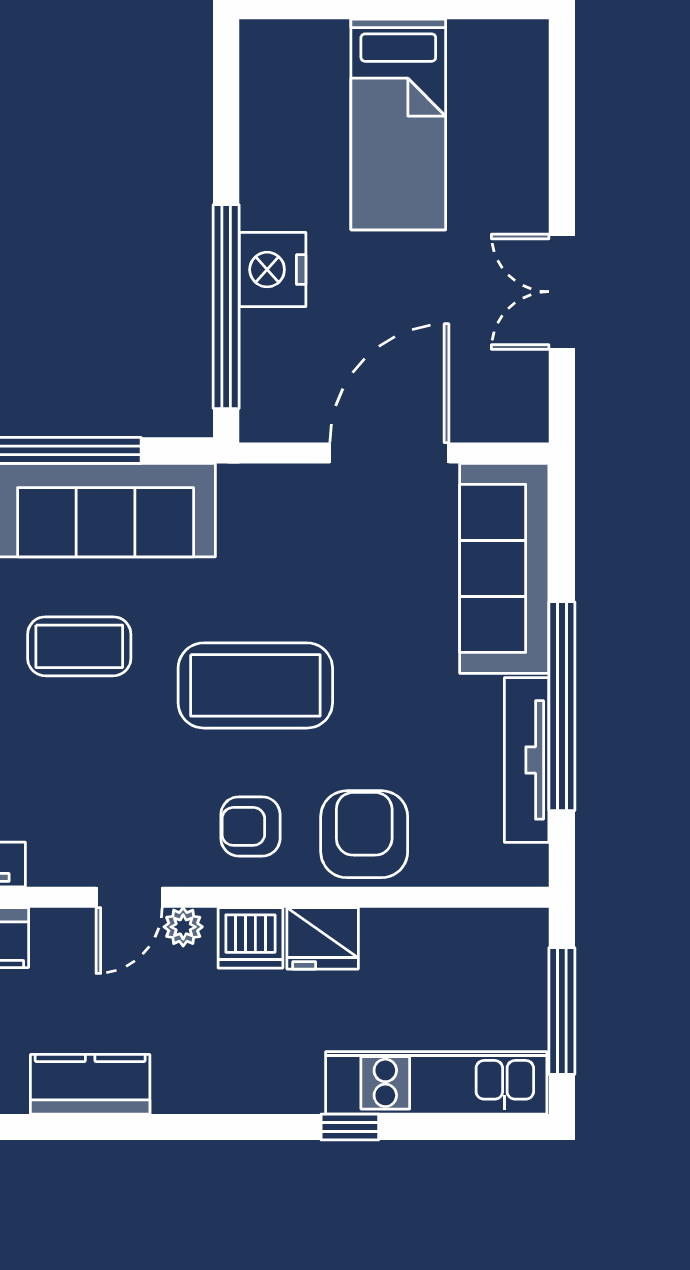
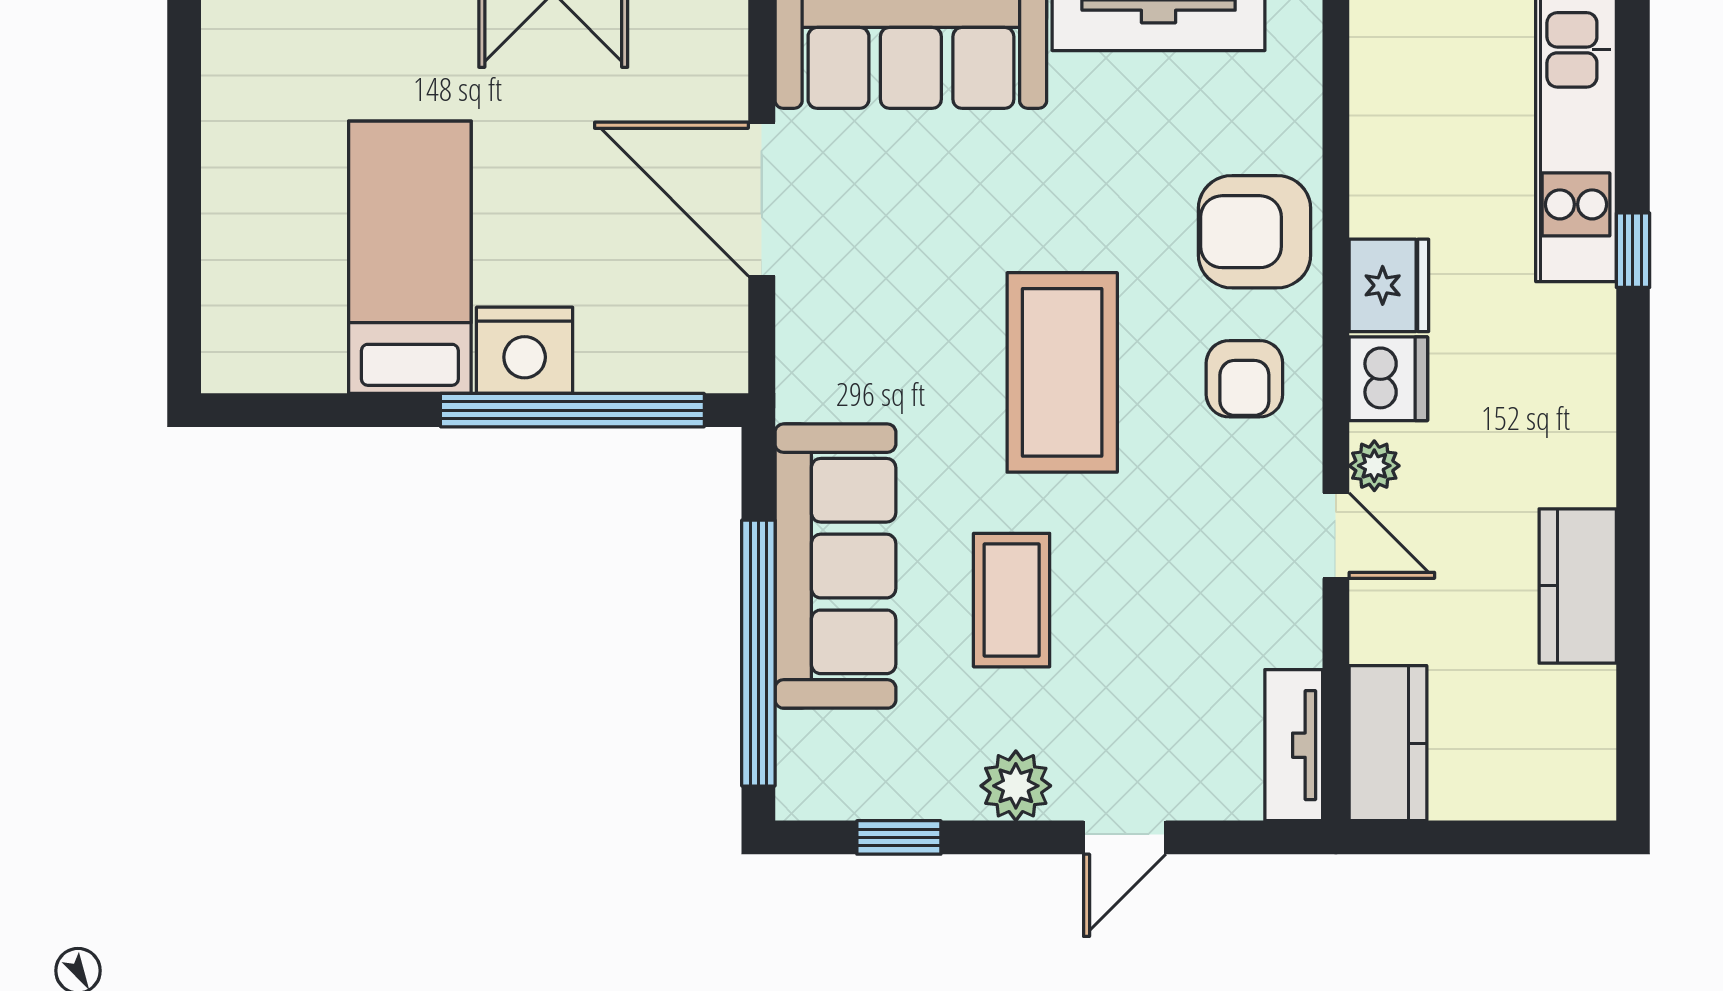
bed: (398, 124) -> (410, 257), moved, turned -90

